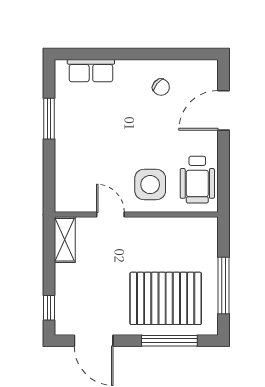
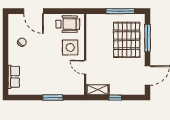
window: (49, 119) -> (53, 98), moved
door: (110, 215) -> (85, 67), hinge flipped
window: (49, 308) -> (115, 98), moved

